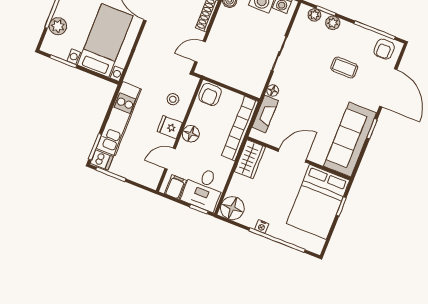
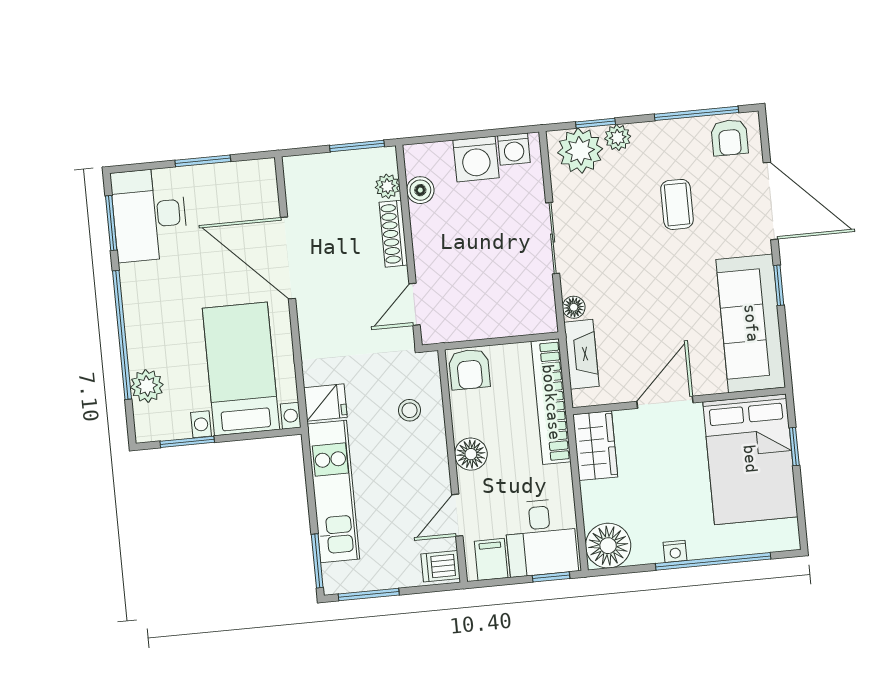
plant: (314, 15) -> (580, 151), width x1.87, depth x1.87
coffee table: (344, 67) -> (677, 204), turned 90
fridge: (170, 127) -> (325, 403), moved, turned 180
dishwasher: (102, 160) -> (441, 566), moved, turned 180

